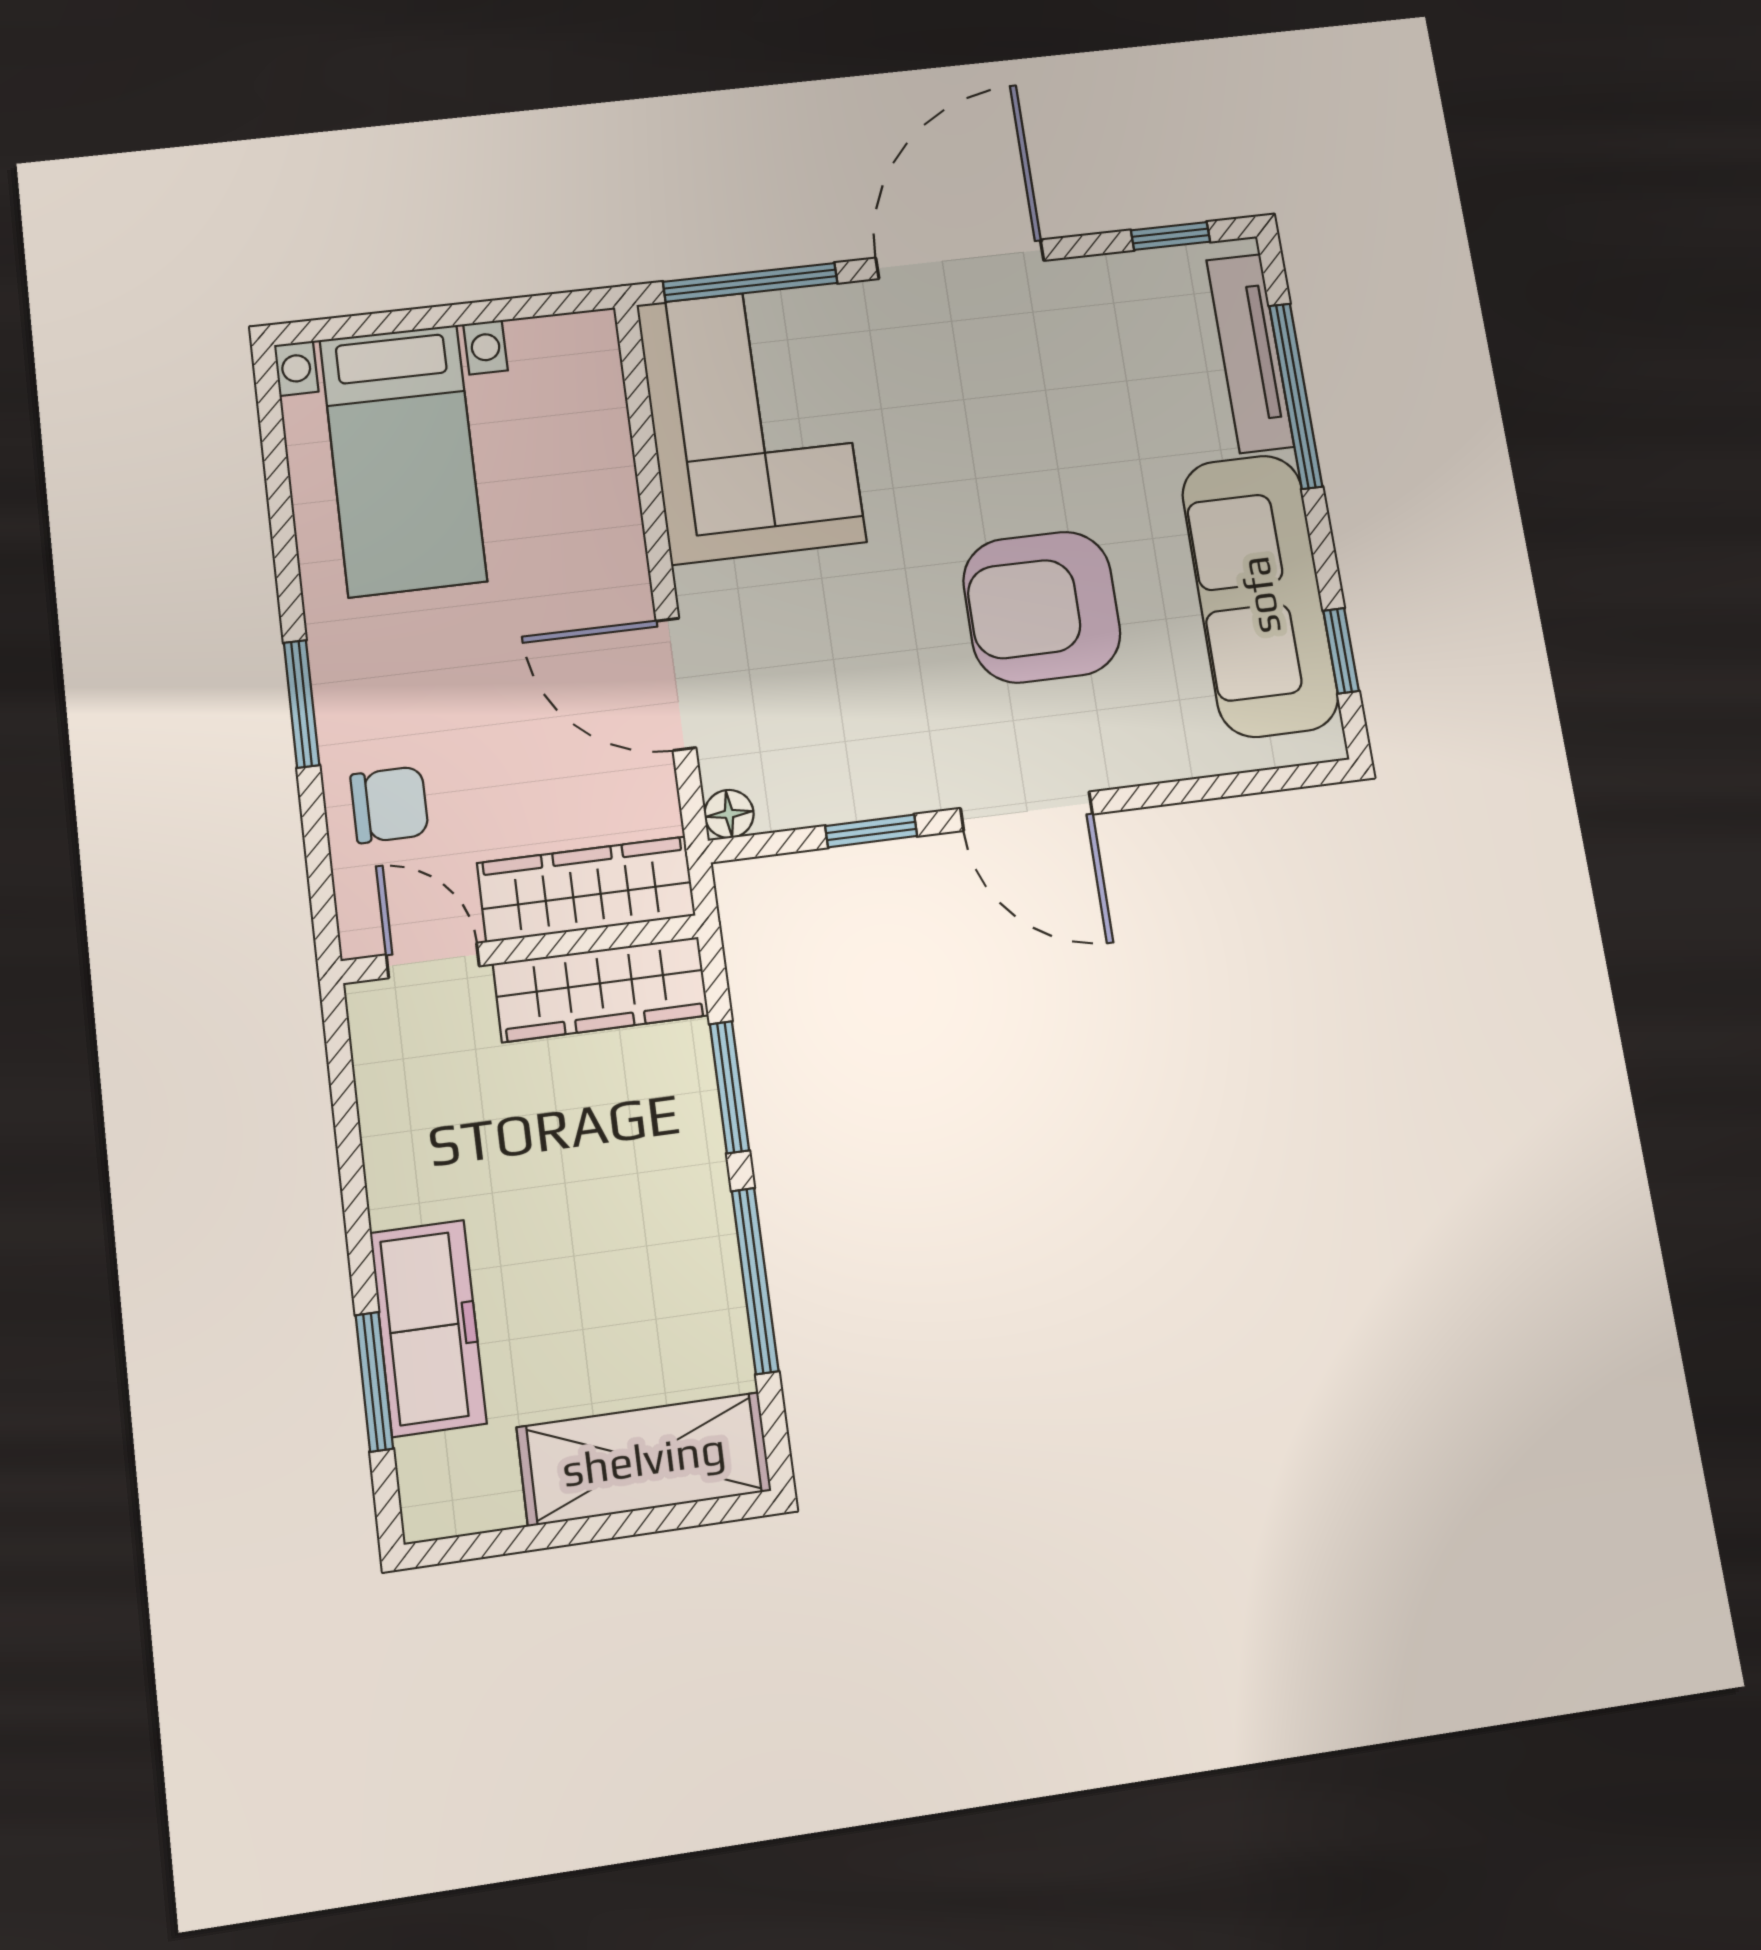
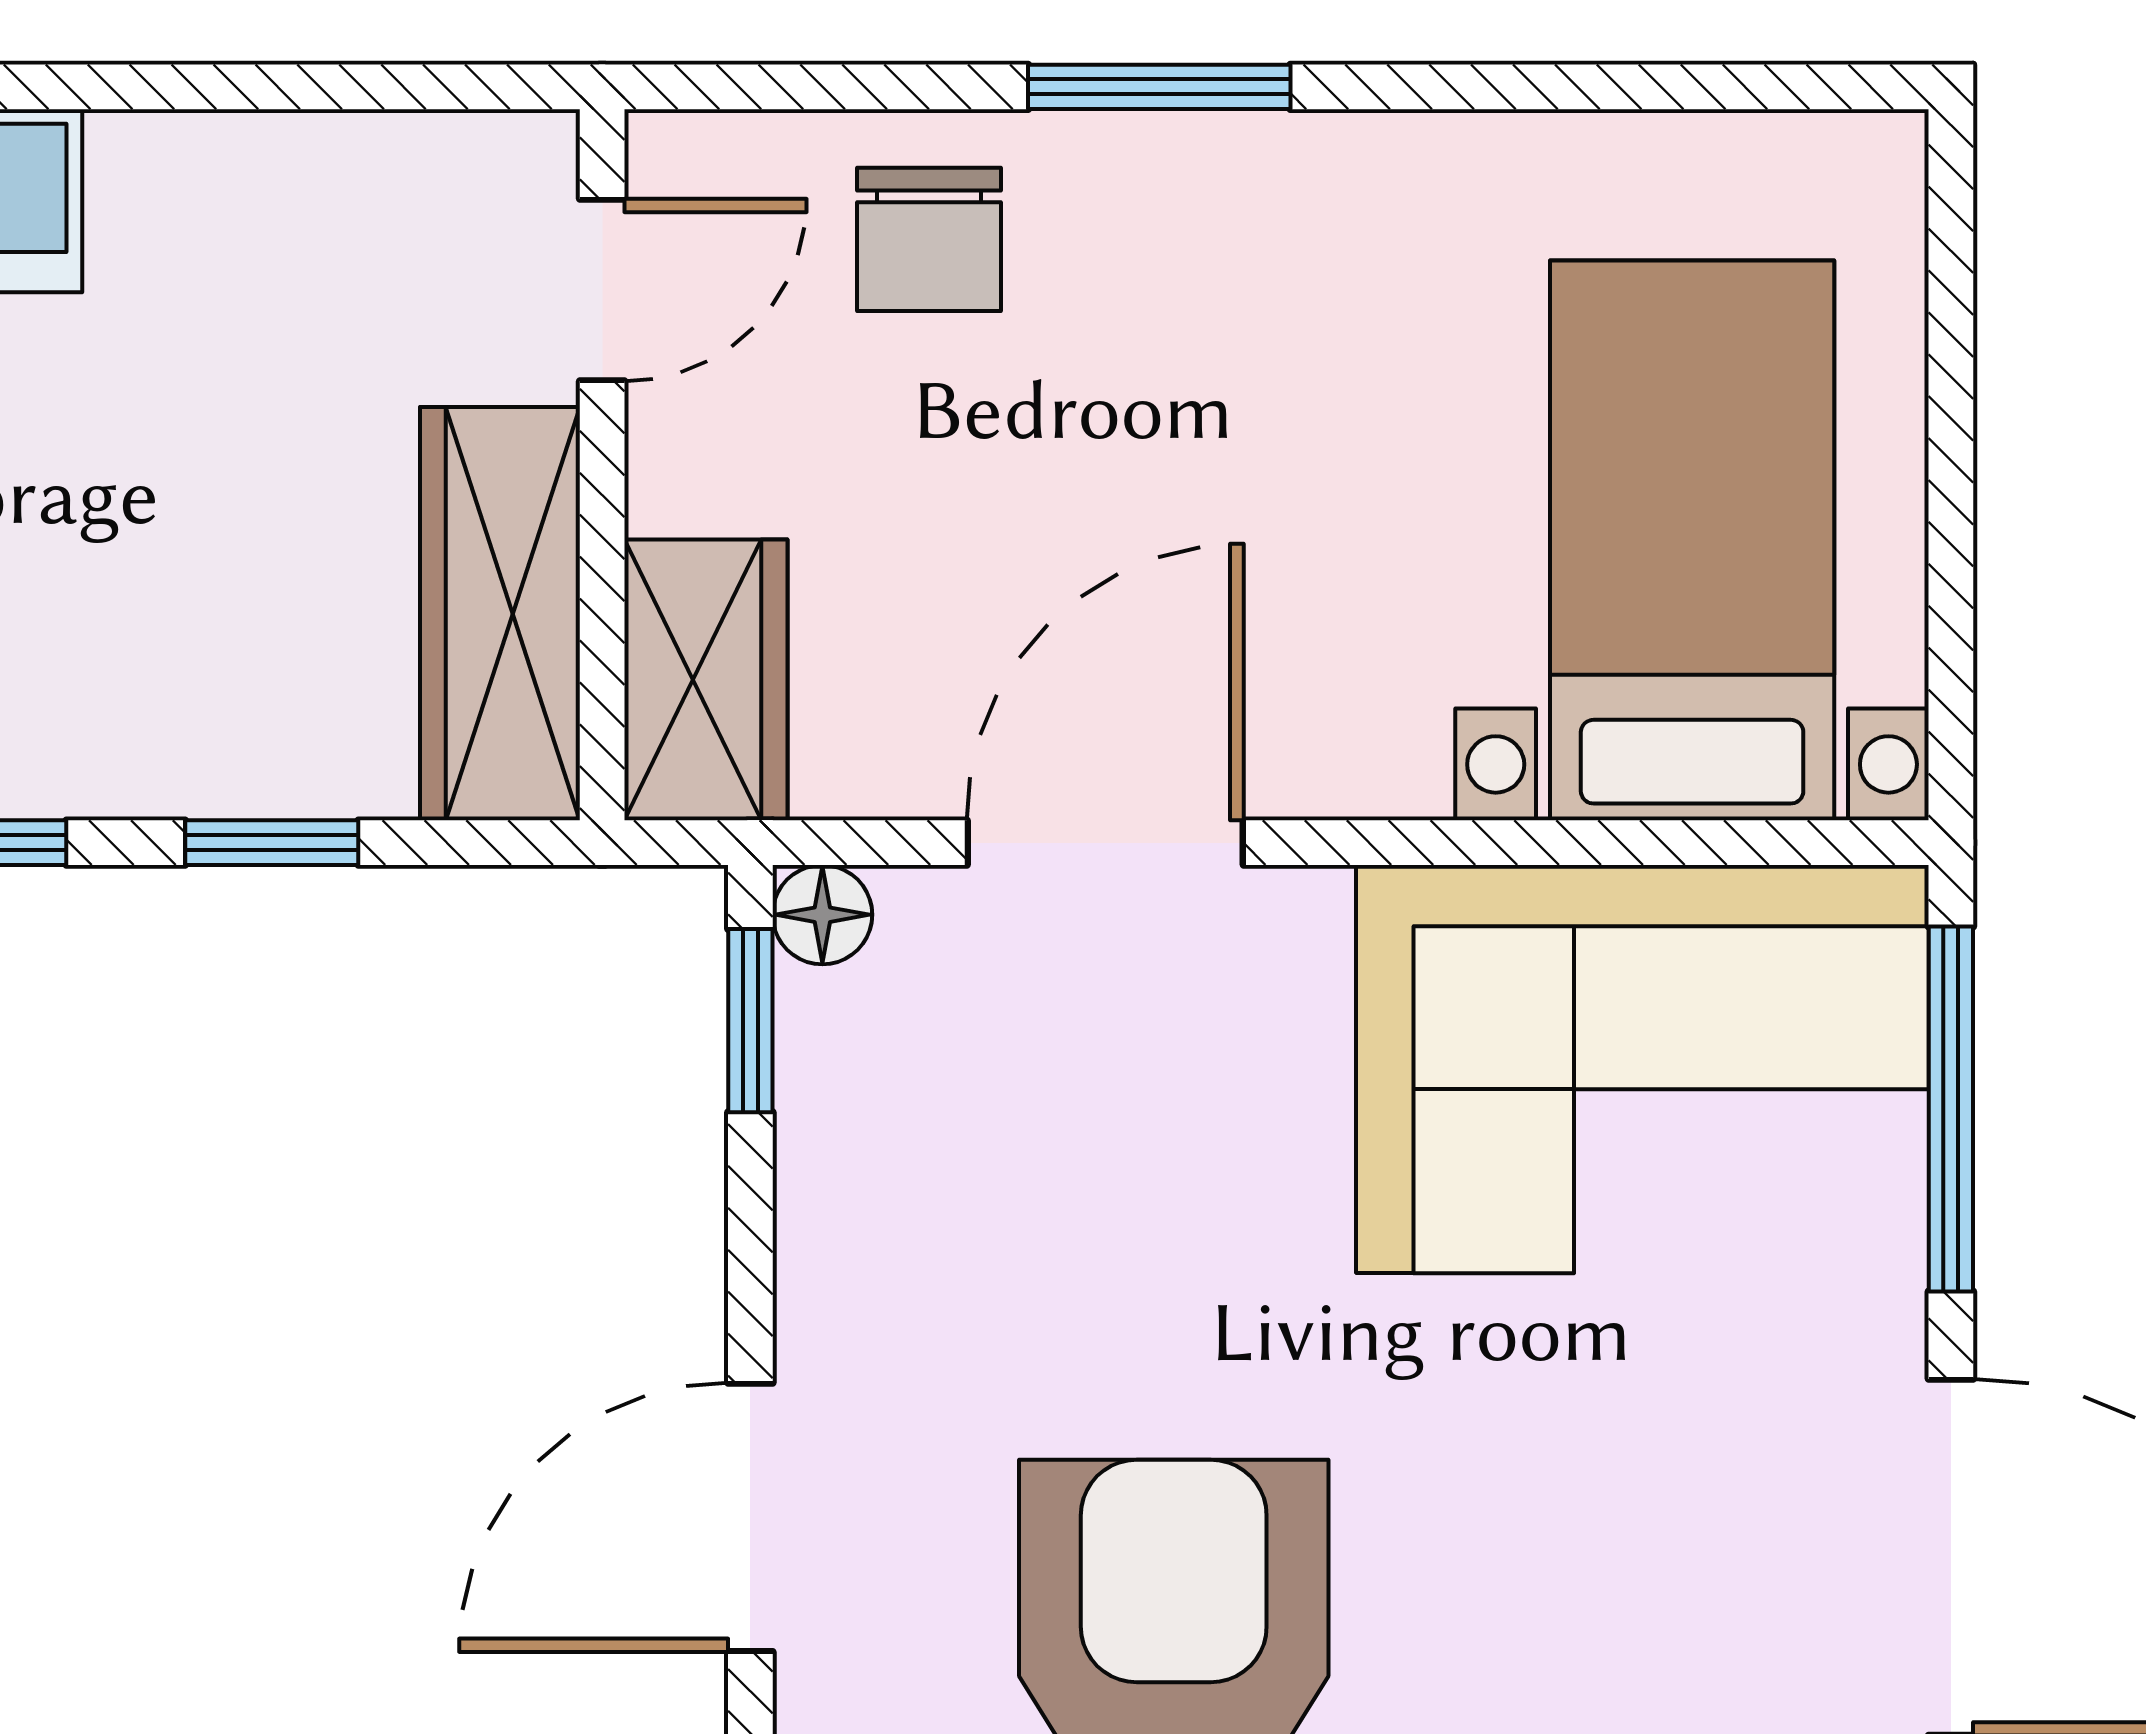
bed with nightstands: (403, 460) -> (1692, 540), moved, turned 90
window: (871, 831) -> (750, 1021), moved
wardrobe: (586, 889) -> (706, 680), width x0.67
window: (729, 1087) -> (272, 843), width x0.67

